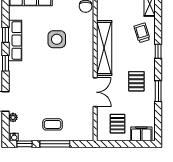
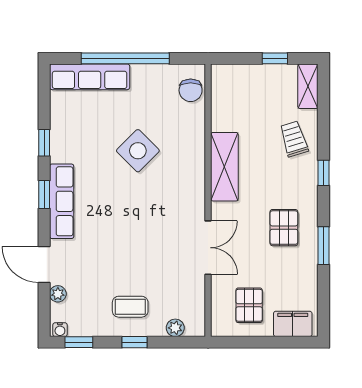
side table: (57, 39) -> (138, 151), turned 45
row of seats: (15, 40) -> (62, 201), moved
shelving: (104, 48) -> (224, 167), width x0.68
plant: (77, 136) -> (175, 328), added
window: (55, 144) -> (135, 342), width x0.46

